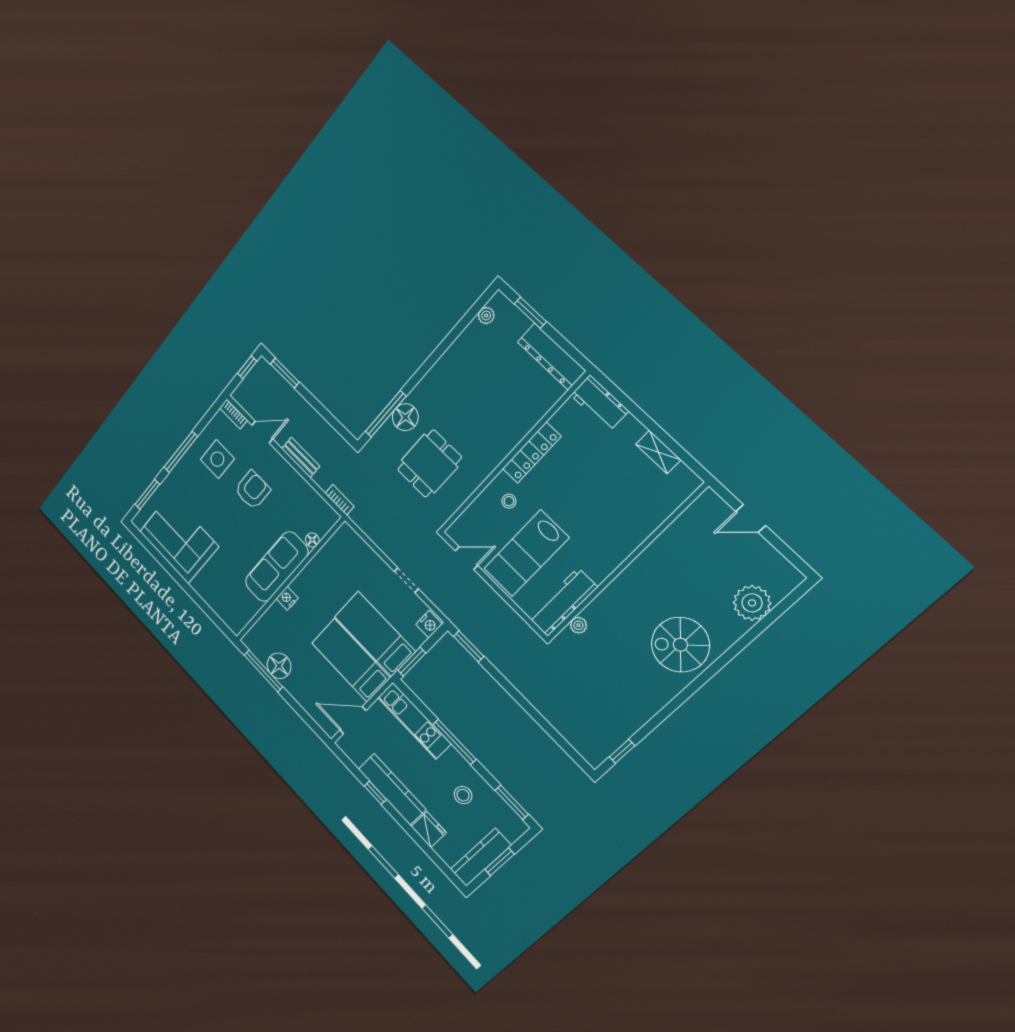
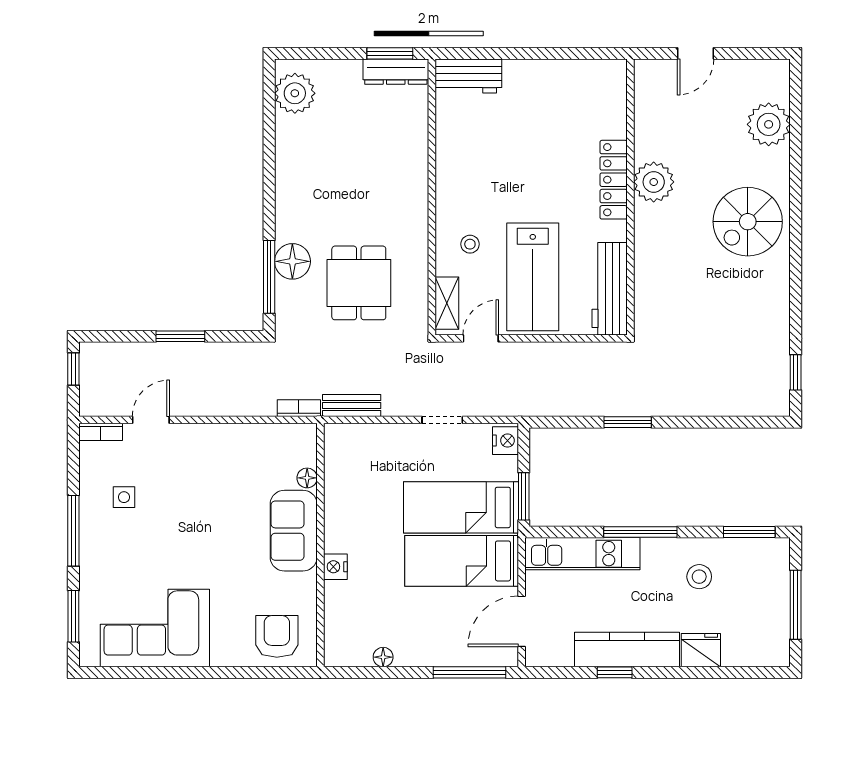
window: (530, 313) -> (390, 53), moved
plant: (486, 316) -> (295, 93), width x1.88, depth x1.88
dresser: (551, 356) -> (396, 72), width x0.73, depth x0.80
window: (285, 373) -> (180, 336), moved
shelving: (658, 452) -> (447, 303), moved, turned 90
locker: (532, 453) -> (614, 180), moved, turned 180
bench: (301, 457) -> (352, 406), moved
side table: (217, 459) -> (124, 497), width x0.54, depth x0.54
armchair: (252, 490) -> (277, 636), moved
sofa: (277, 567) -> (294, 531), width x0.73
plant: (578, 625) -> (654, 182), moved, width x1.87, depth x1.87
window: (469, 646) -> (628, 422), moved
floor lamp: (279, 666) -> (383, 657), width x0.53, depth x0.53
window: (263, 671) -> (470, 672), moved
kitchen counter: (481, 857) -> (775, 621), removed
window: (499, 862) -> (796, 605), width x1.44

